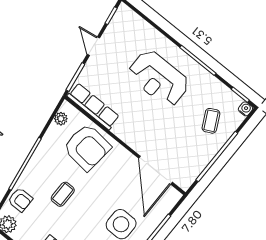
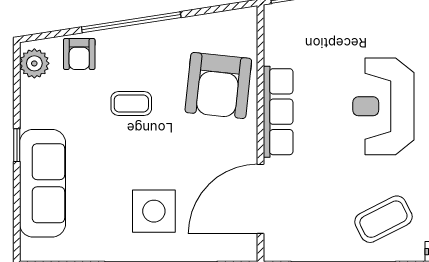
row of seats: (93, 106) -> (278, 112), moved
plant: (61, 119) -> (228, 21), removed
coffee table: (211, 121) -> (383, 219), width x1.36, depth x1.30

